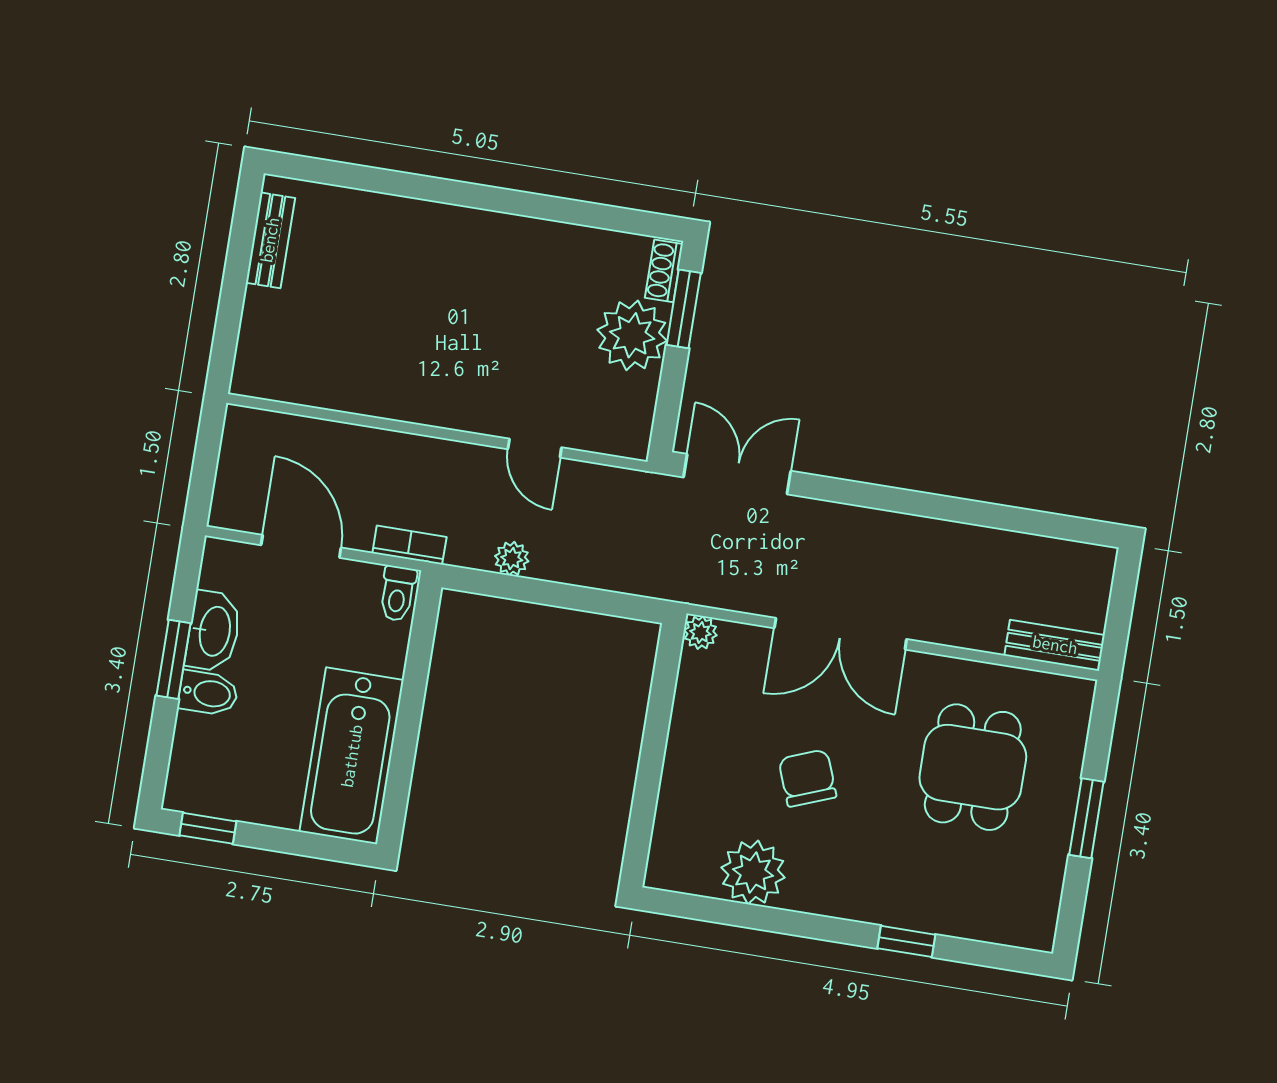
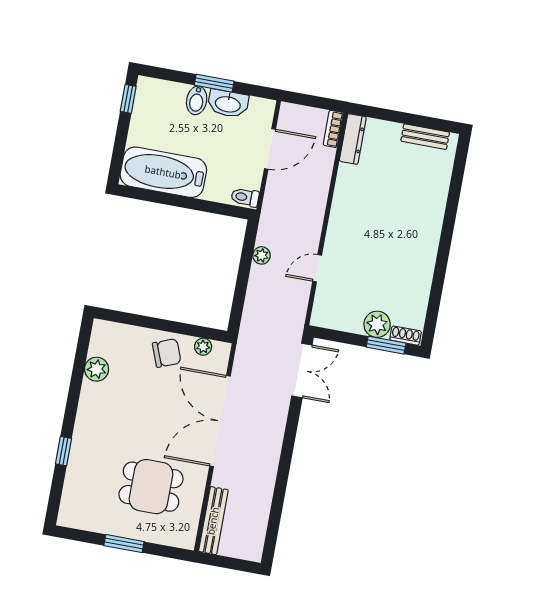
plant: (632, 335) -> (377, 324), width x0.73, depth x0.73
dresser: (278, 383) -> (353, 139), added
bookcase: (409, 545) -> (333, 129), moved, turned 180
plant: (700, 633) -> (203, 347), moved
double door: (840, 634) -> (220, 421), width x1.36
bench: (1055, 645) -> (213, 521), width x1.36
chair: (807, 778) -> (167, 353), moved
plant: (753, 872) -> (97, 369), width x0.73, depth x0.73

